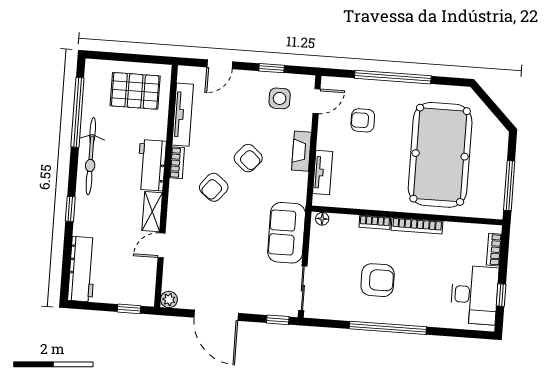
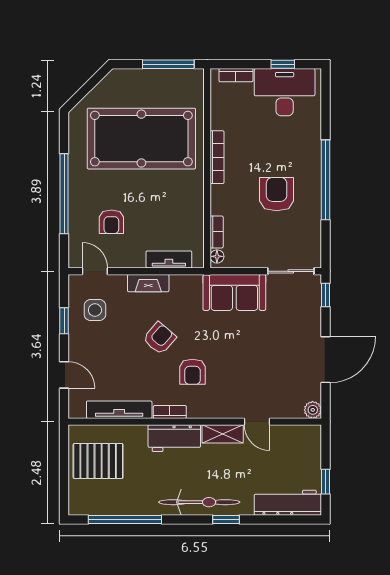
pallet: (135, 91) -> (98, 461), turned 90
bicycle: (91, 156) -> (199, 502), moved
armchair: (214, 187) -> (192, 372), turned 51
bookcase: (375, 222) -> (217, 232), moved
window: (129, 309) -> (326, 482), moved

